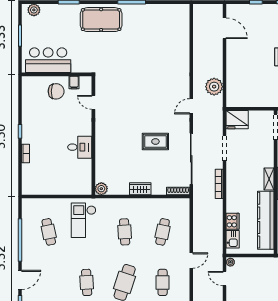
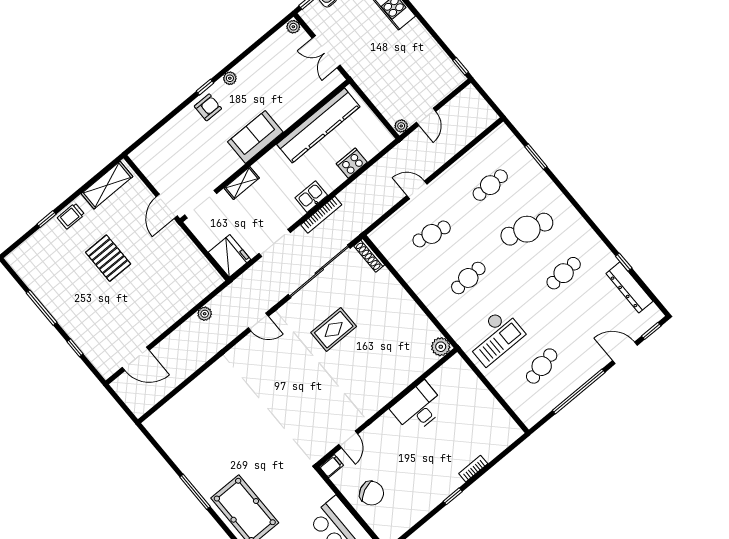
door: (225, 28) -> (136, 359), swing flipped
filing cabinet: (74, 82) -> (331, 466), moved
plant: (214, 87) -> (205, 314), width x0.53, depth x0.53
chair: (56, 91) -> (372, 493), turned 153
rug: (155, 141) -> (334, 330), turned 90
desk: (80, 147) -> (418, 408), width x1.37
shelving: (269, 179) -> (242, 183), moved
wardrobe: (140, 189) -> (403, 301), removed
kitchen sink: (233, 239) -> (311, 197), moved
door: (191, 260) -> (417, 190), moved

